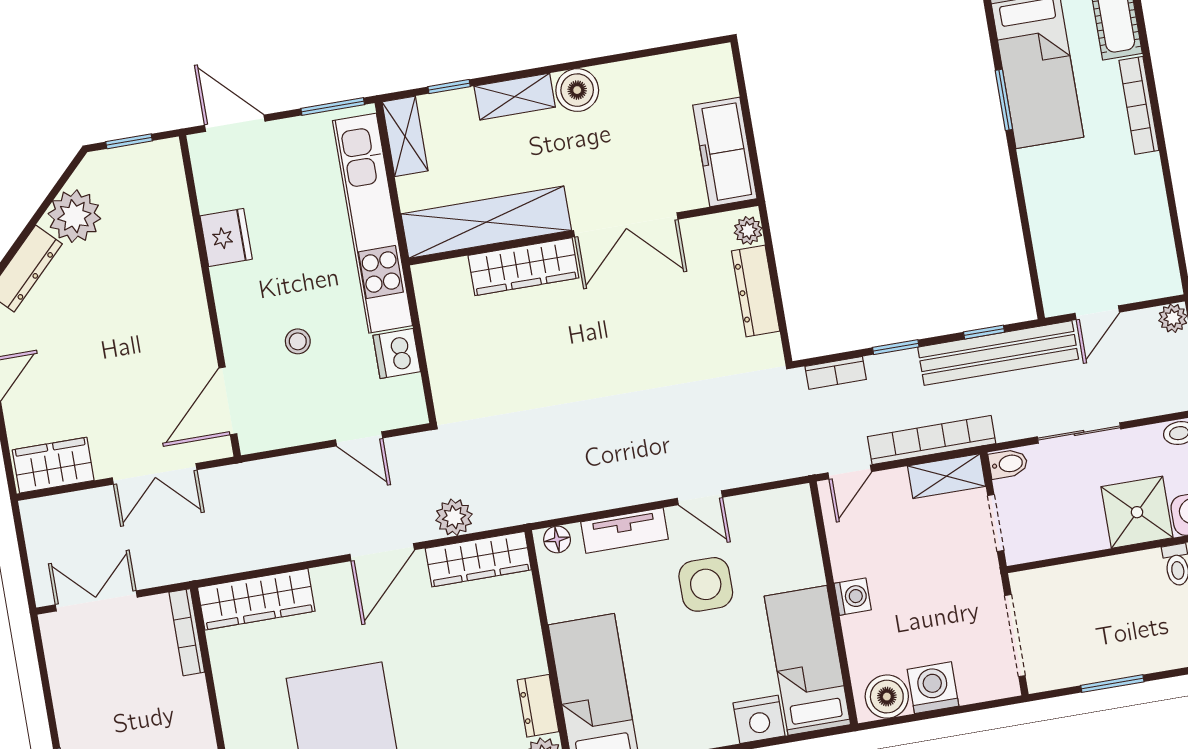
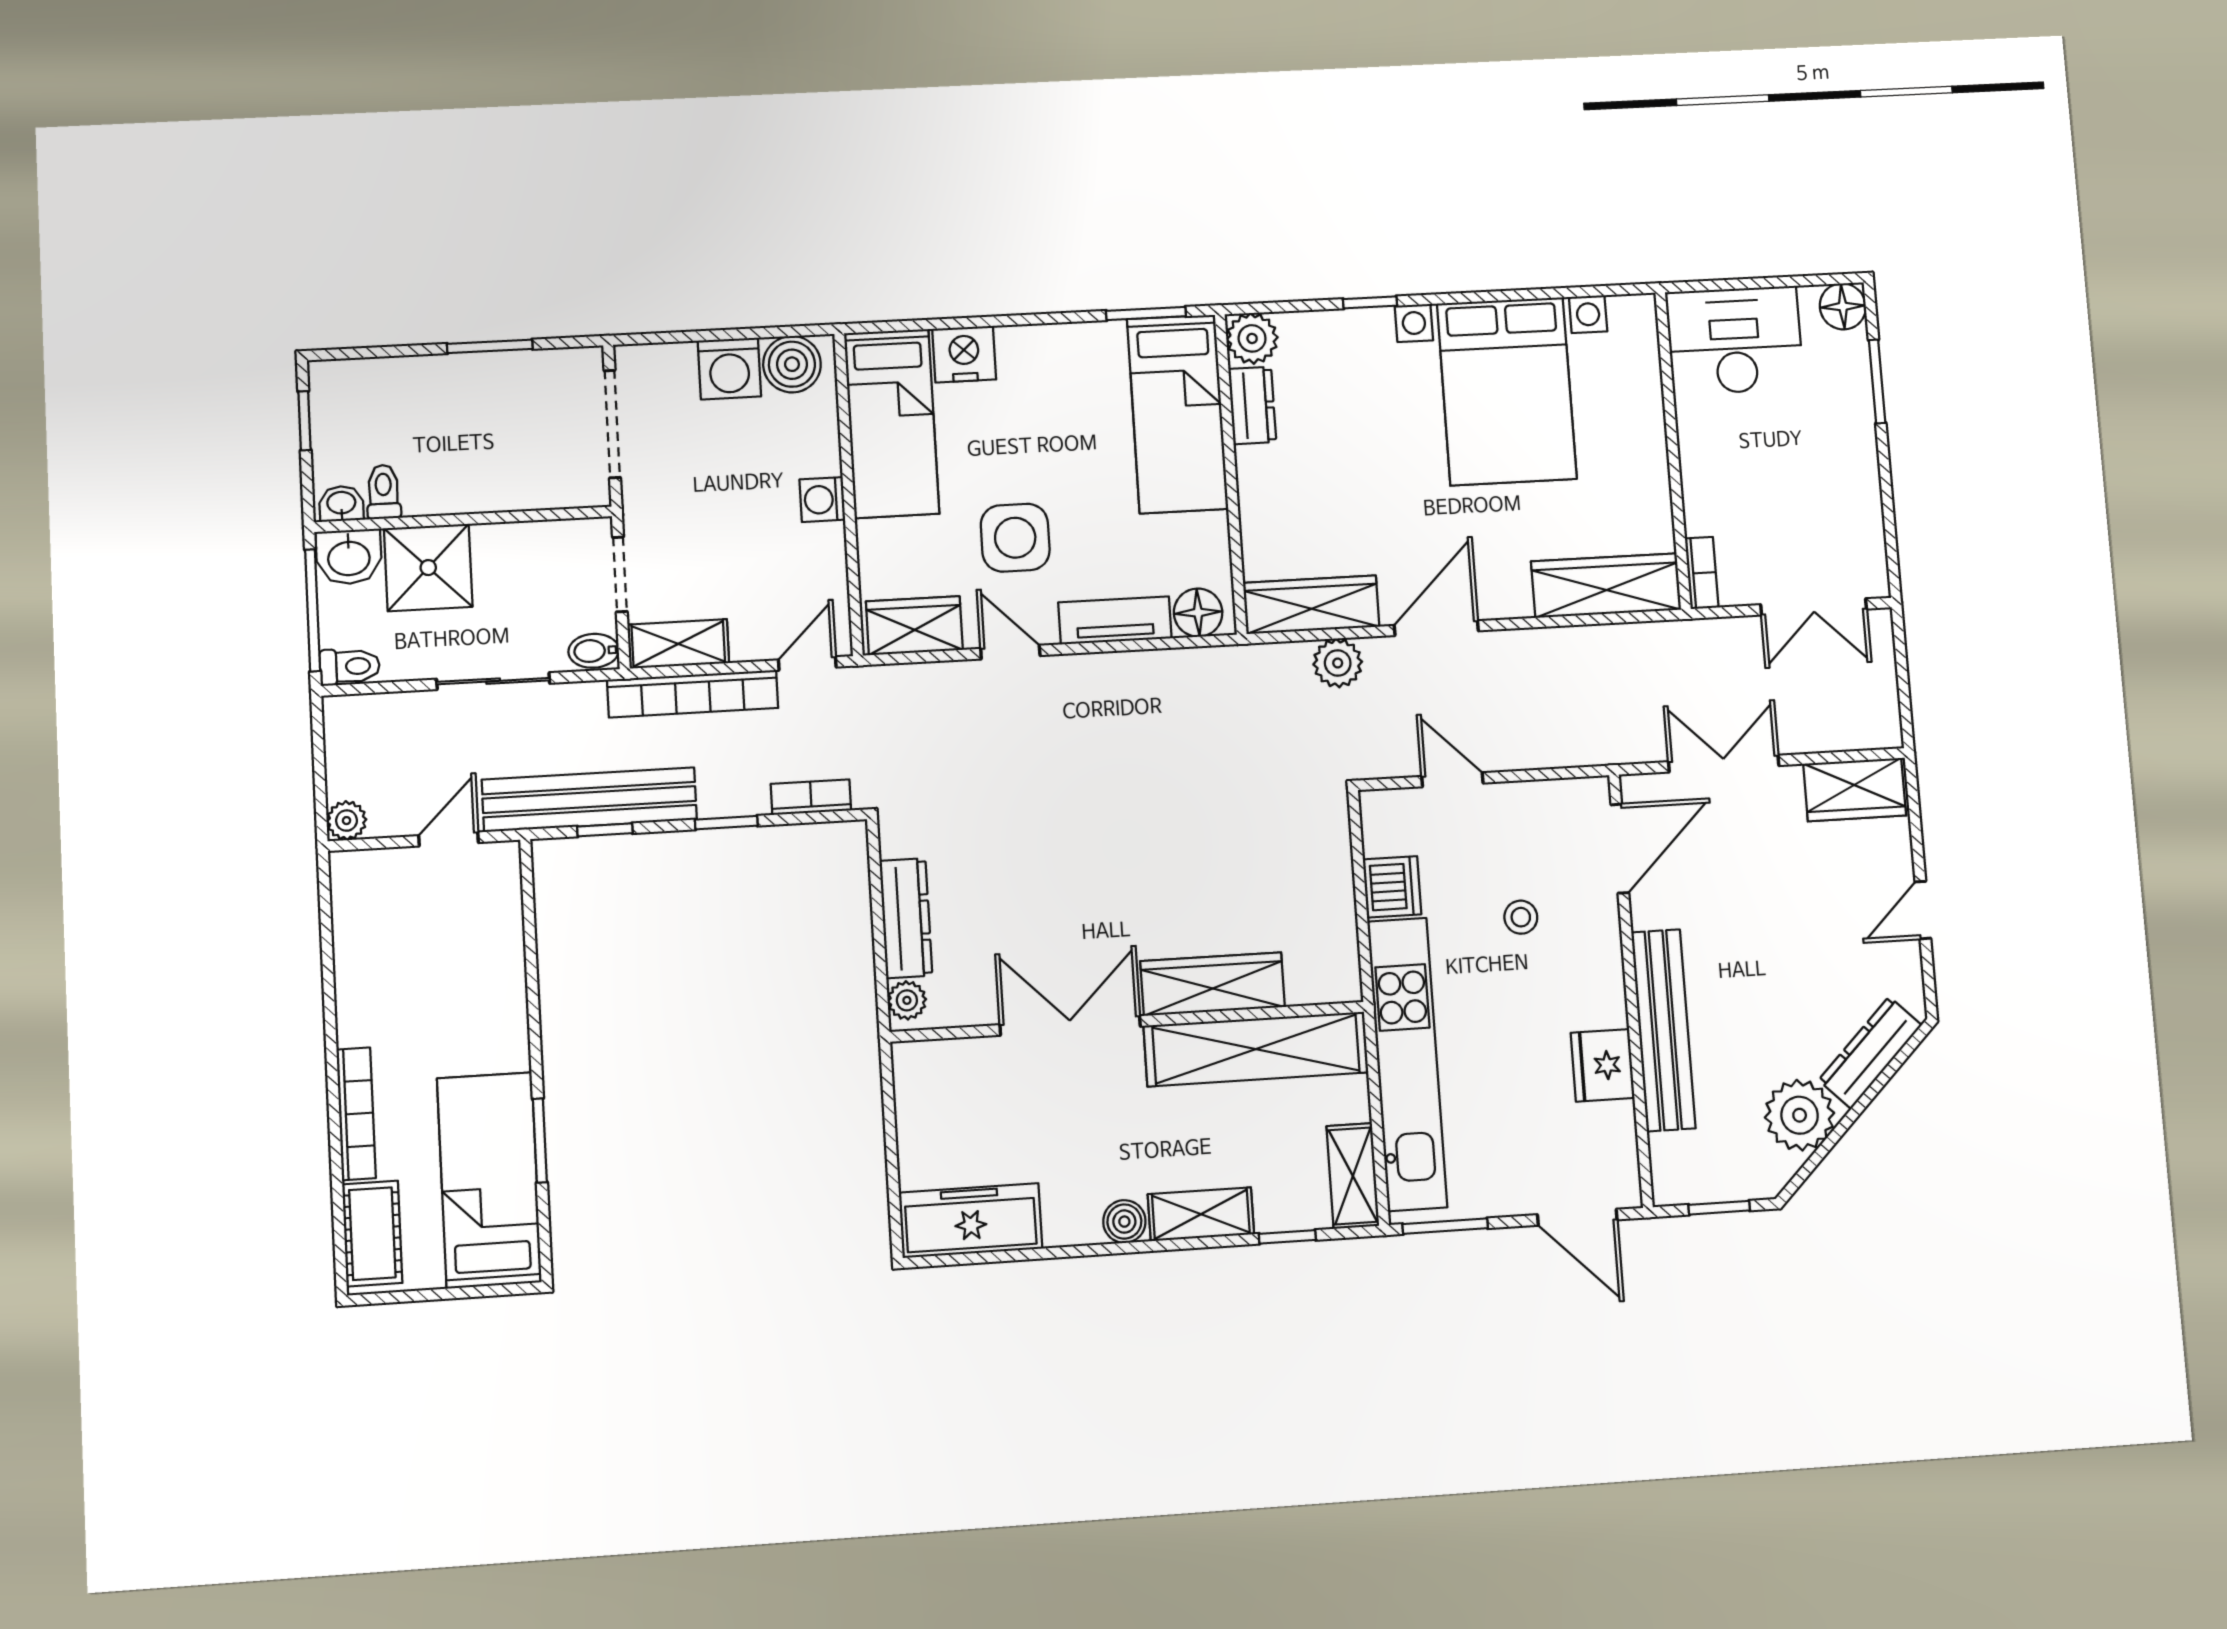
boiler: (577, 90) -> (1124, 1222), width x0.73, depth x0.73
freezer: (725, 152) -> (971, 1221), moved, turned -90
bench: (183, 269) -> (1663, 1030), added
wardrobe: (774, 510) -> (914, 626), added
floor lamp: (557, 539) -> (1198, 613), width x1.37, depth x1.37
bookcase: (187, 632) -> (1702, 573), width x0.64

